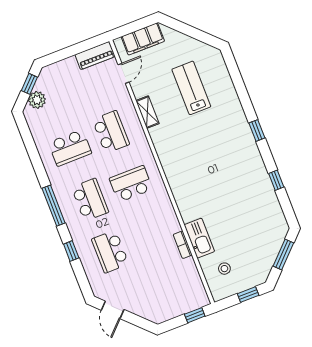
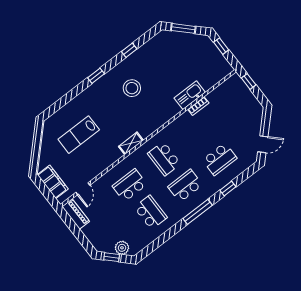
door: (124, 73) -> (83, 189), swing flipped
shelving: (147, 112) -> (131, 143), moved
stool: (224, 269) -> (132, 88), moved, width x1.89, depth x1.89

